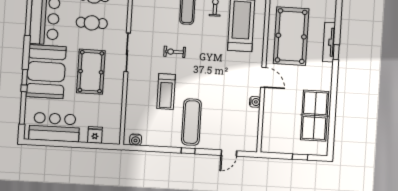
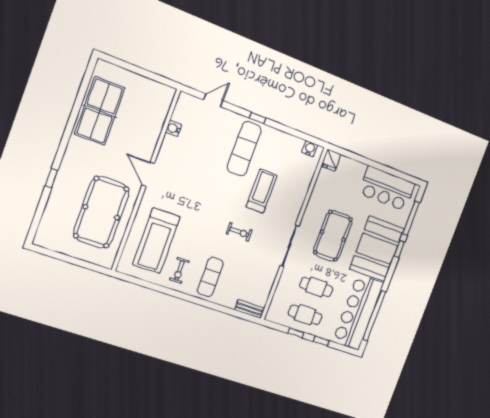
tv unit: (329, 42) -> (57, 192), removed
water cooler: (255, 102) -> (174, 128), moved
fridge: (95, 135) -> (331, 160), moved
window: (300, 157) -> (132, 68), removed

